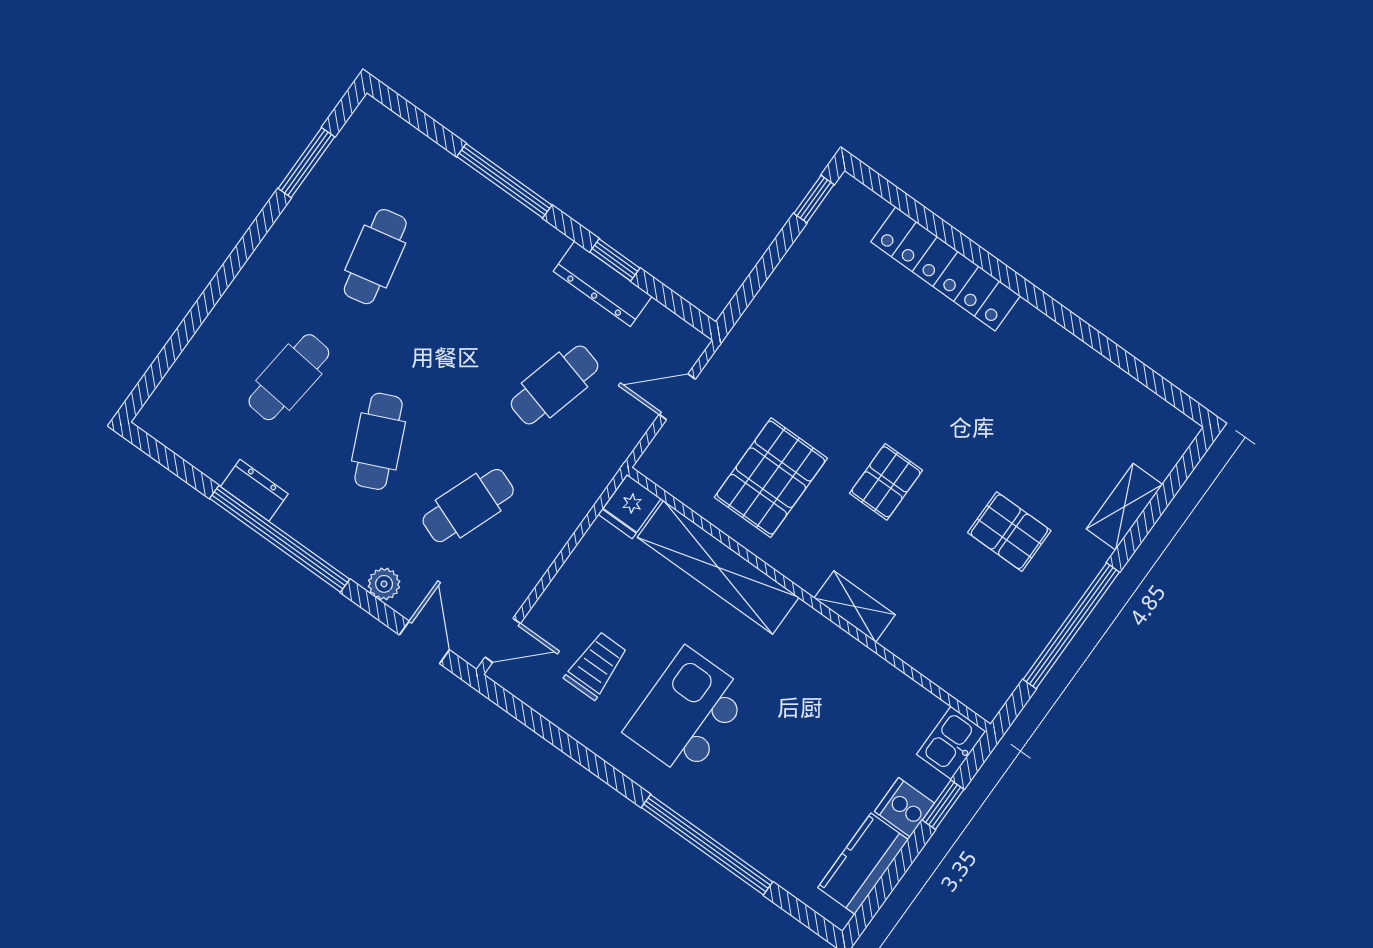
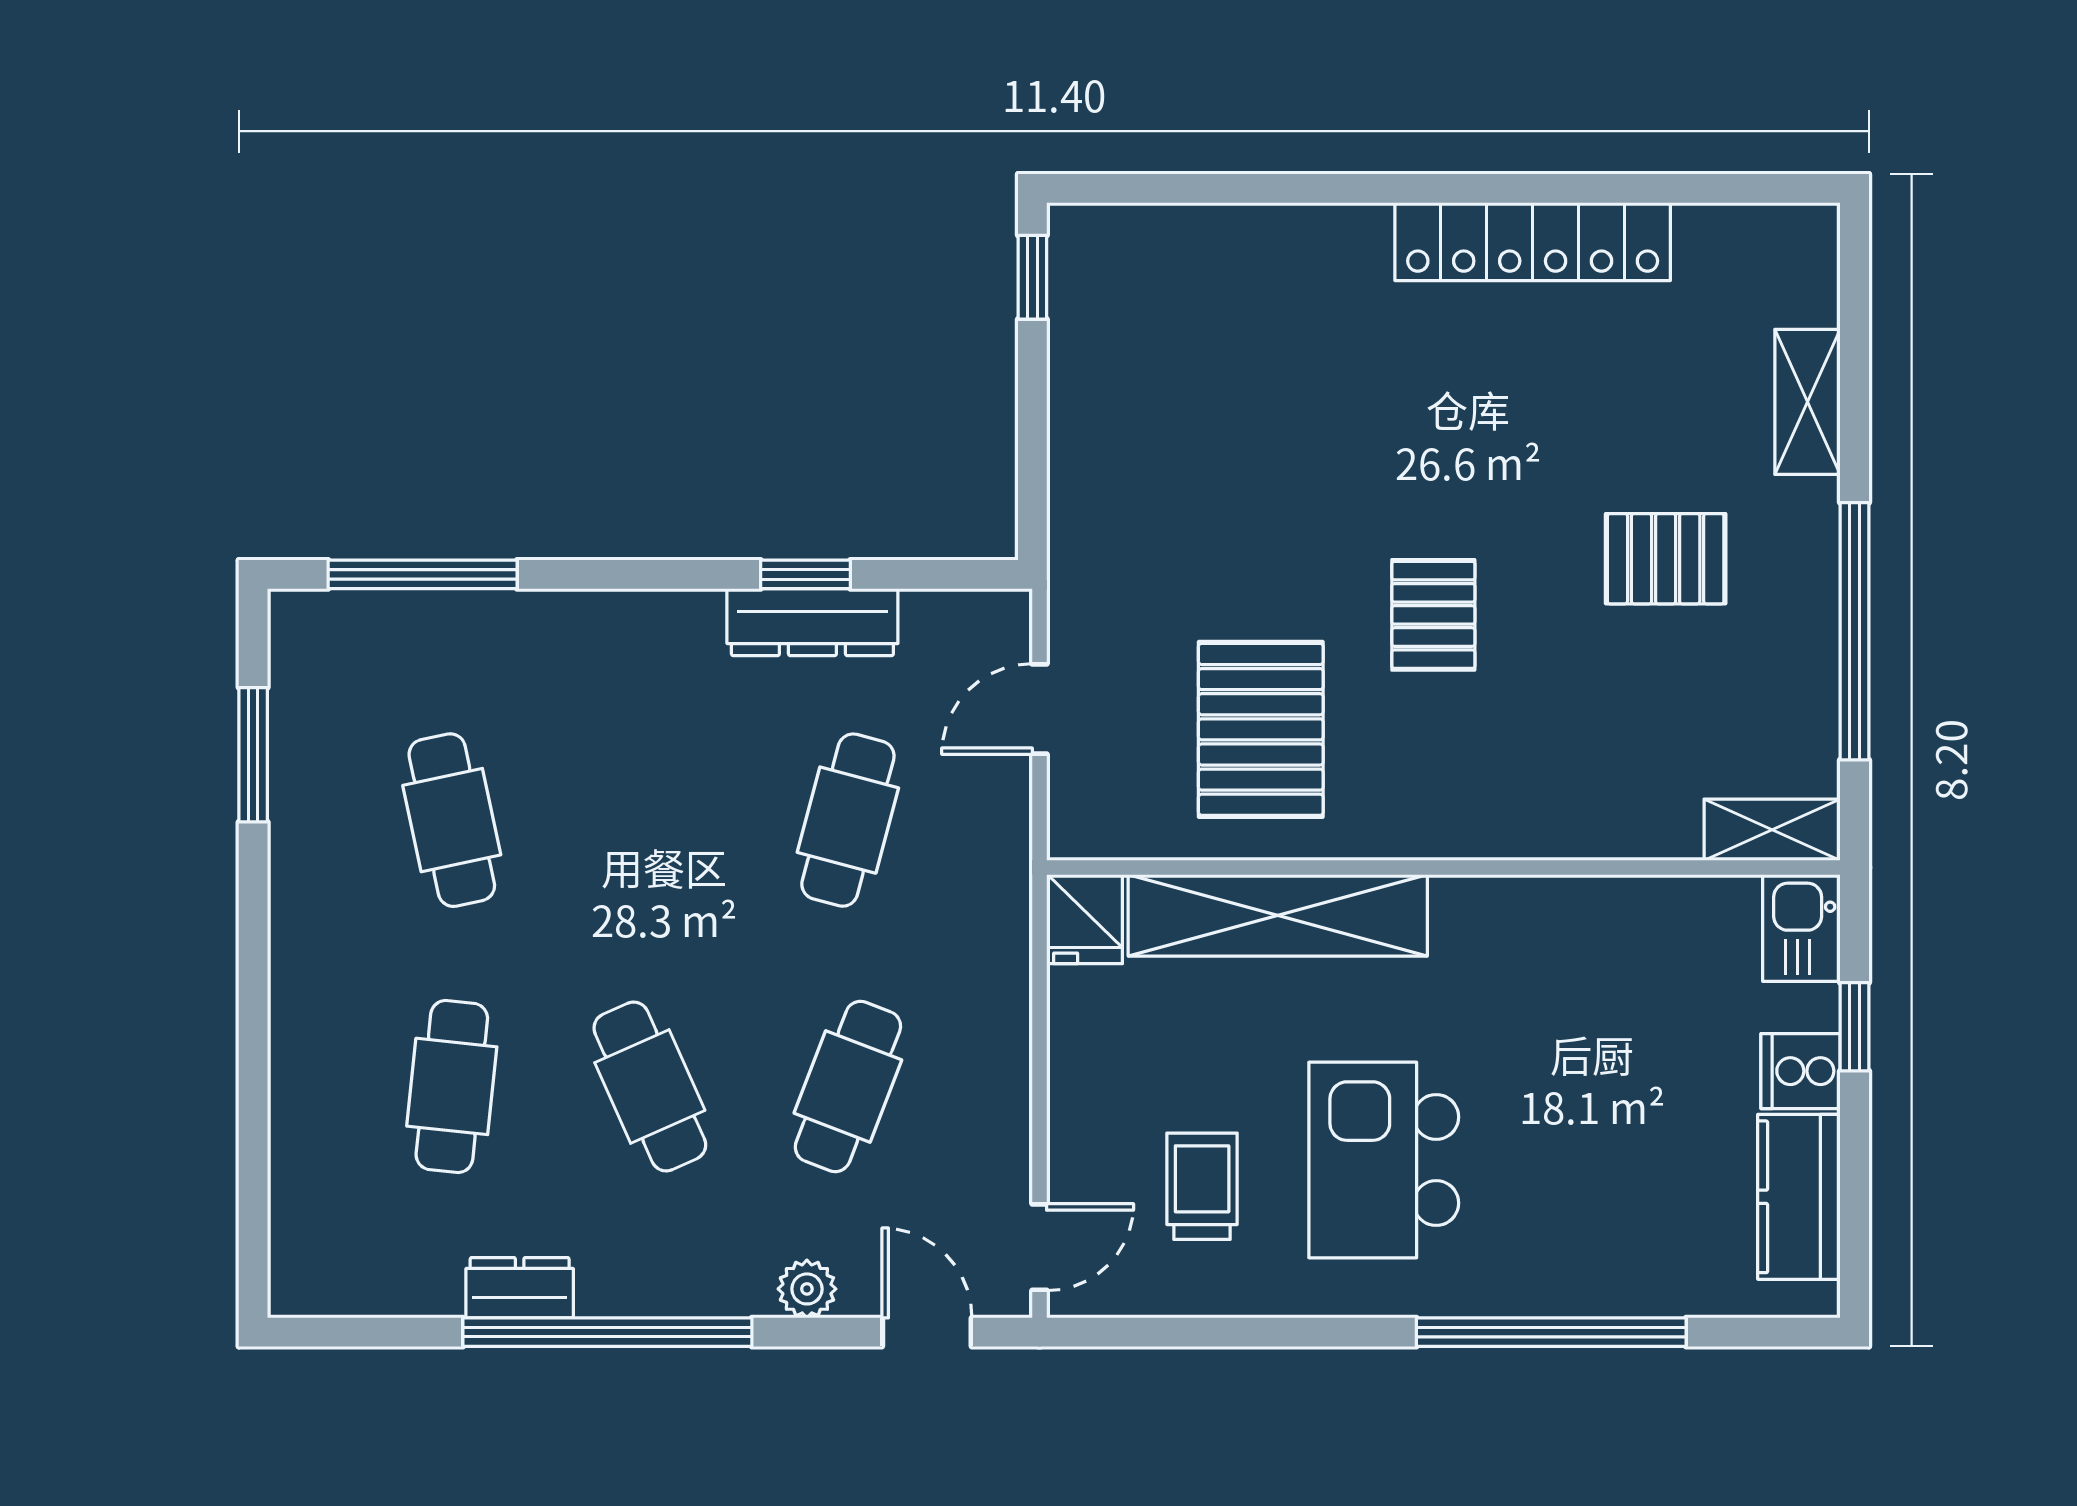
window: (504, 181) -> (423, 574), moved
locker: (945, 269) -> (1533, 242), moved
shelving: (855, 606) -> (1772, 830), moved

